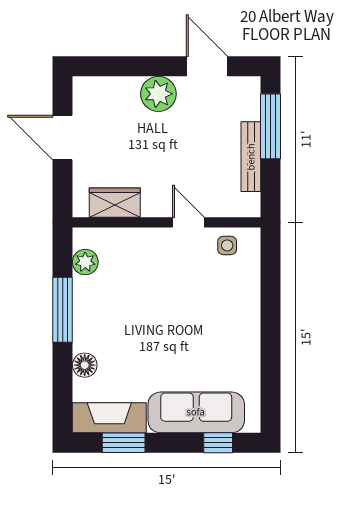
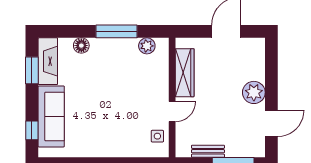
bench: (251, 157) -> (208, 151), width x0.73
wardrobe: (115, 203) -> (185, 73), width x1.50

